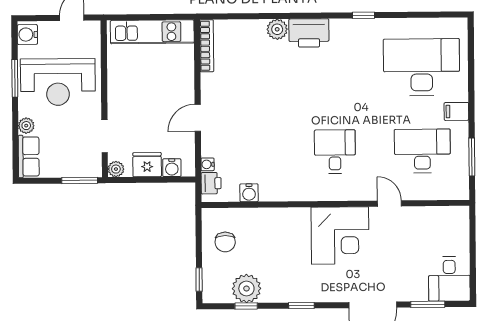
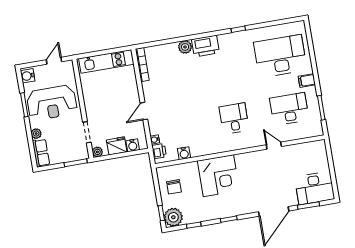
corner desk: (340, 236) -> (218, 176), moved
desk: (449, 279) -> (315, 188), width x1.37
plant: (246, 288) -> (173, 217), moved

